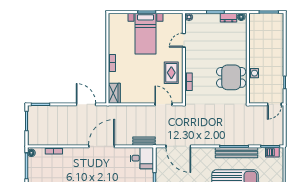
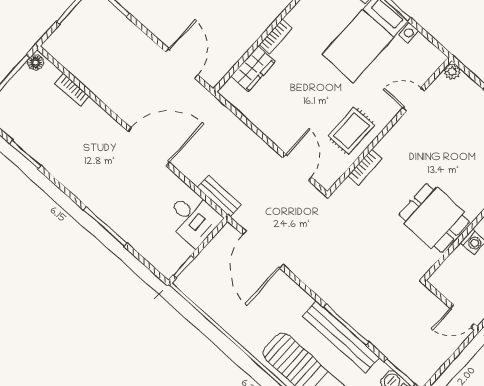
wardrobe: (114, 93) -> (253, 69), moved

